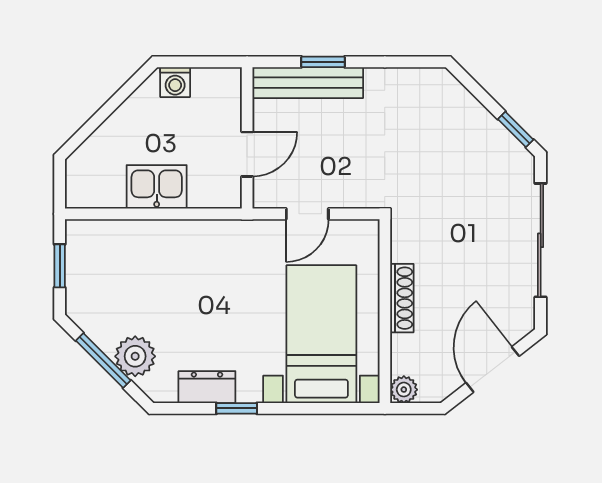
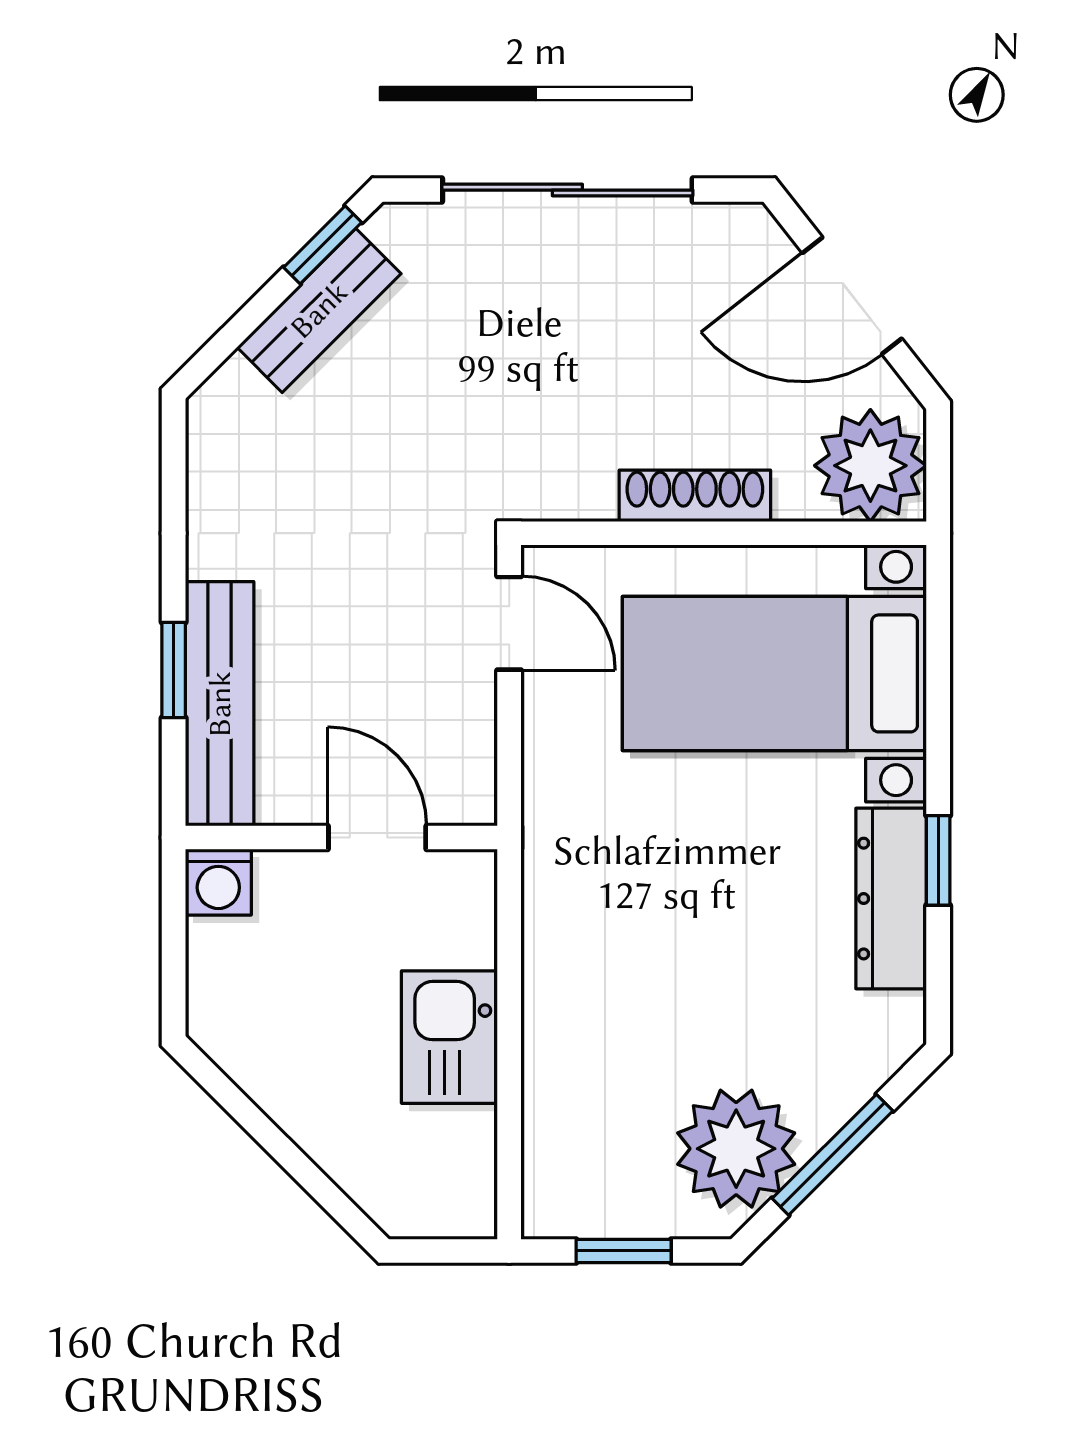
washing machine: (175, 82) -> (218, 882), moved, turned 90
bench: (486, 128) -> (319, 310), added
door: (307, 214) -> (509, 623), moved
plant: (135, 356) -> (736, 1149), moved, width x1.36, depth x1.36
dresser: (207, 387) -> (891, 899), width x1.44
plant: (404, 390) -> (870, 466), width x1.87, depth x1.87

